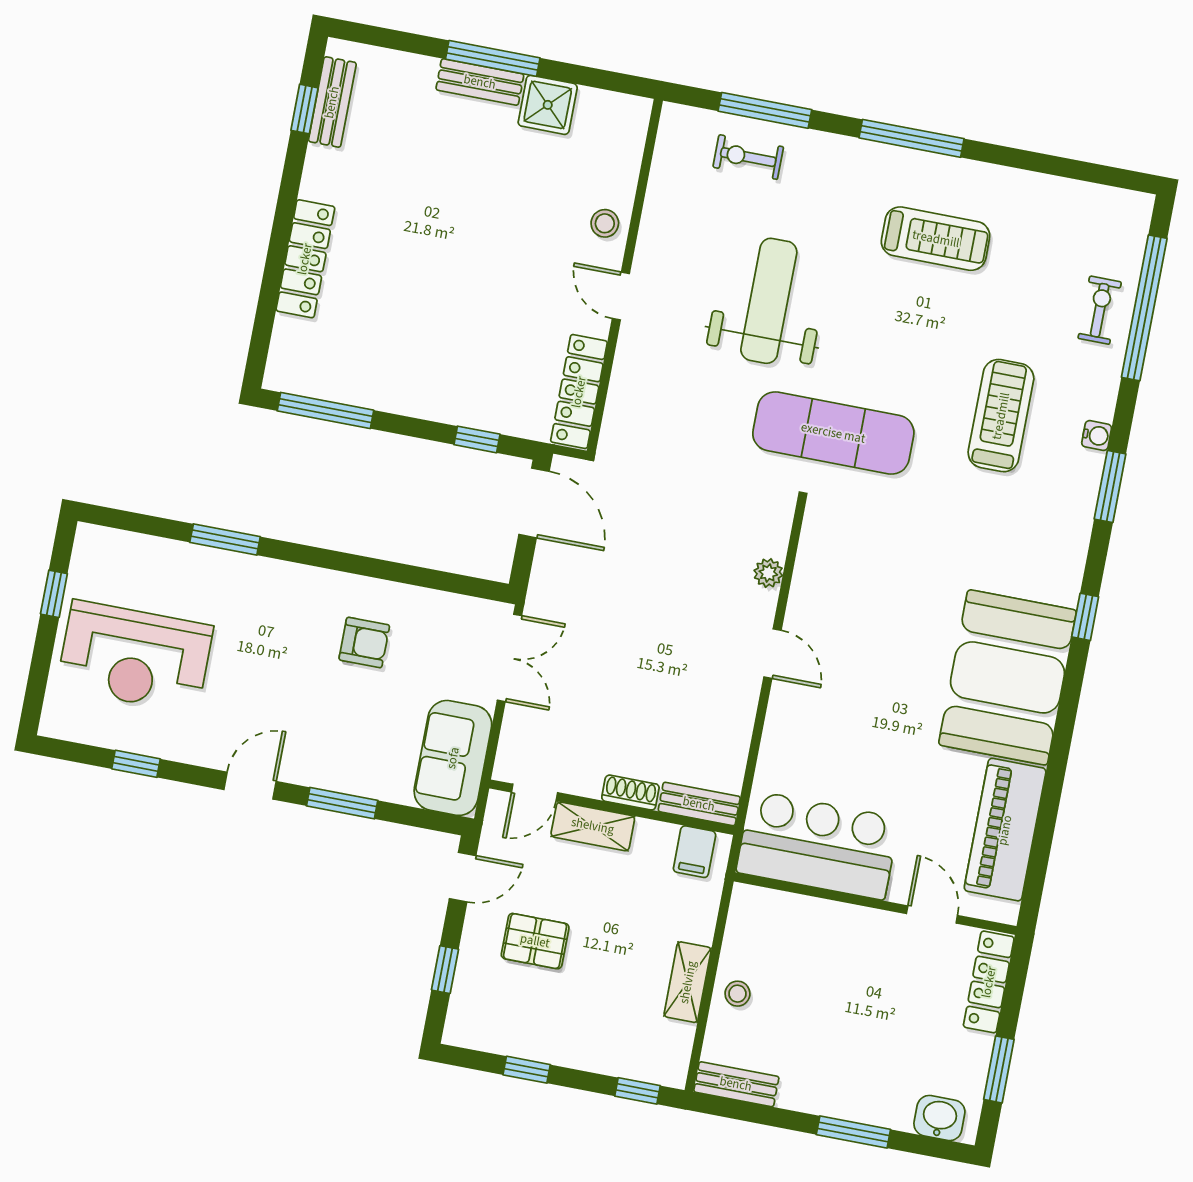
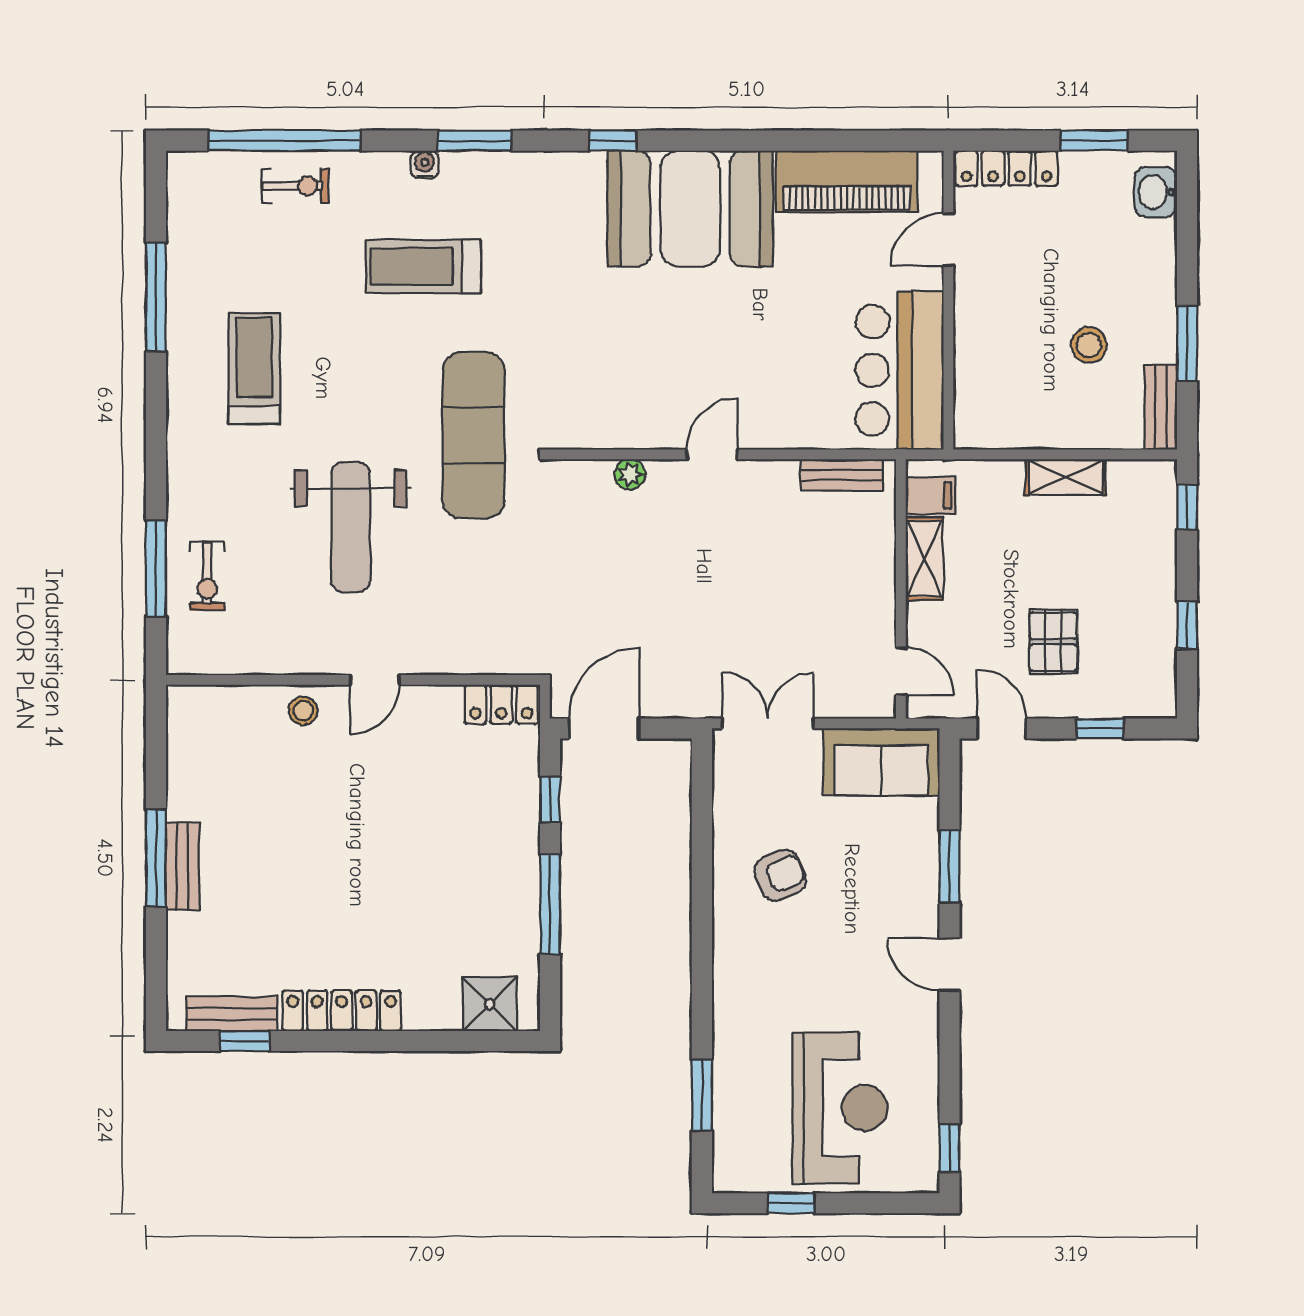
shower: (548, 105) -> (490, 1004), moved
window: (912, 138) -> (156, 297), moved
locker: (305, 259) -> (342, 1011), moved
weight bench: (769, 301) -> (351, 527), turned -90
exercise bike: (1100, 310) -> (295, 186), turned 180
locker: (579, 392) -> (501, 704), width x0.66
window: (325, 411) -> (550, 904), moved
window: (225, 539) -> (702, 1095), moved
armchair: (364, 642) -> (780, 875), turned 67
window: (136, 764) -> (950, 1148), moved
shoe rack: (630, 793) -> (882, 573), removed
bench: (699, 804) -> (842, 475), moved, turned 90
shelving: (593, 826) -> (924, 559), moved
stool: (737, 994) -> (1089, 345), moved, width x1.37, depth x1.37
window: (853, 1132) -> (1187, 343), moved

